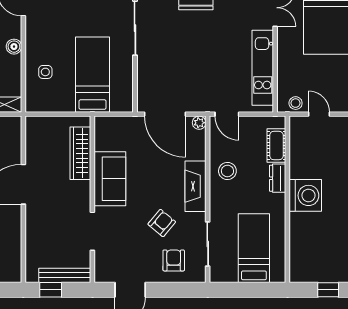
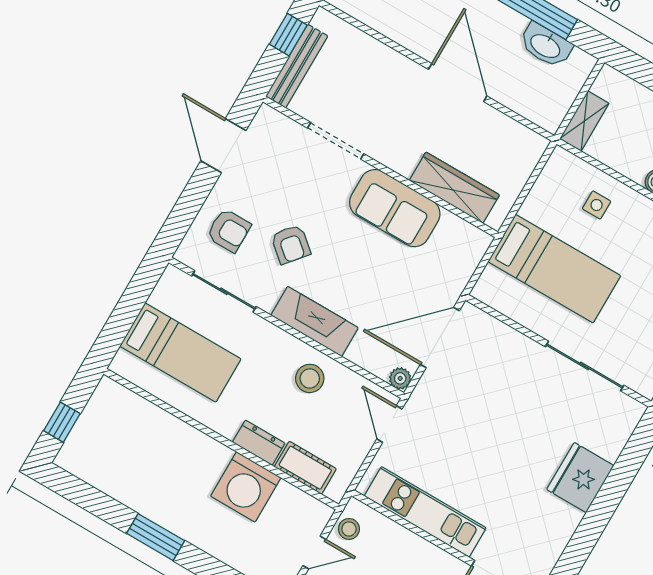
door: (227, 114) -> (389, 424), hinge flipped
washing machine: (305, 195) -> (246, 487), moved

